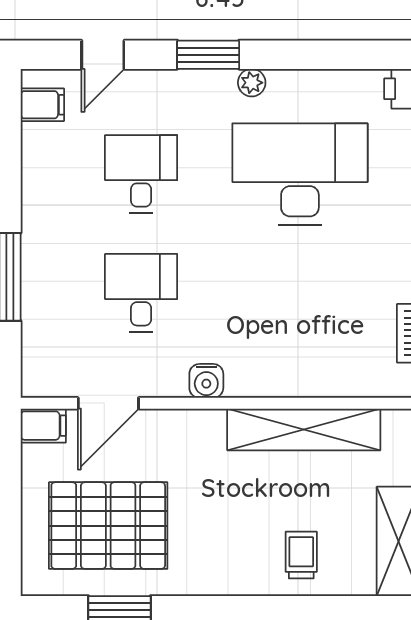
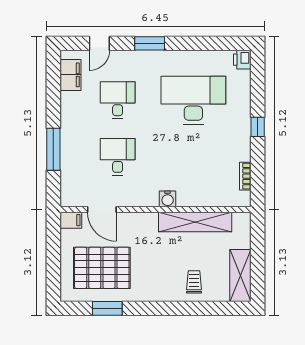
plant: (252, 83) -> (170, 57), removed
filing cabinet: (42, 105) -> (70, 75), width x2.00
water cooler: (206, 381) -> (168, 199), moved
door: (108, 403) -> (102, 210), hinge flipped

